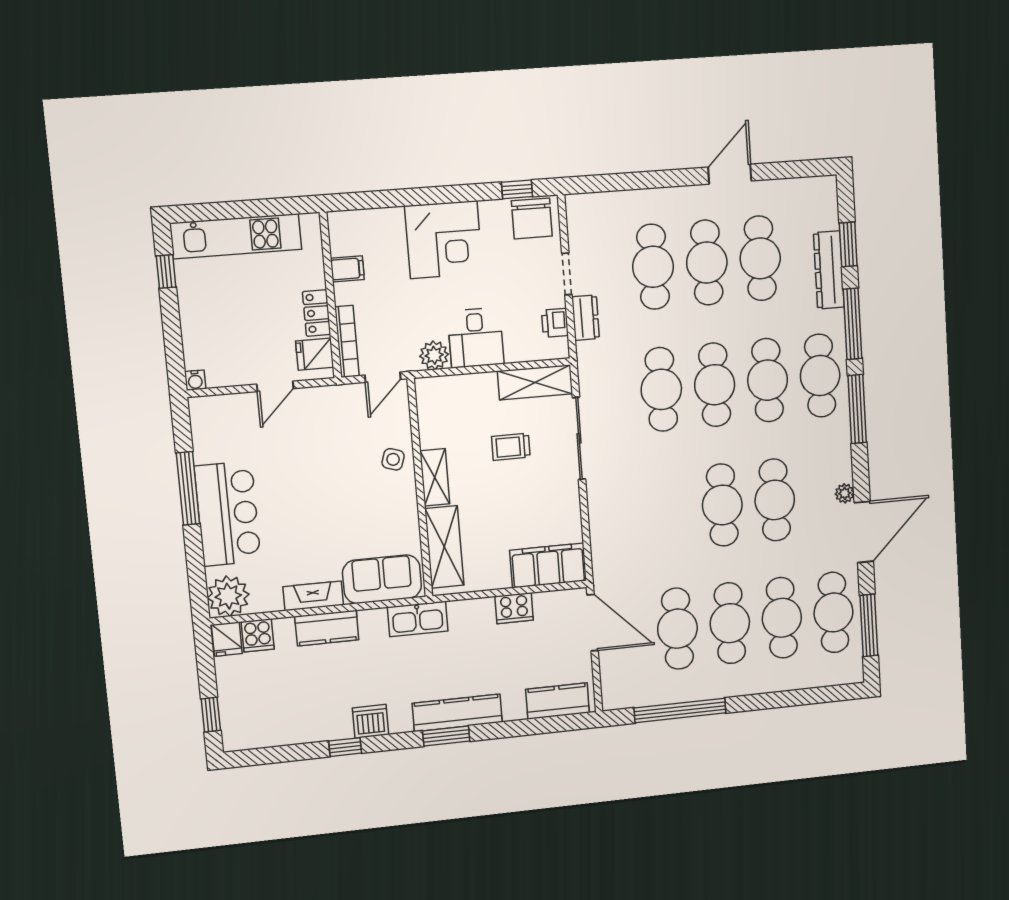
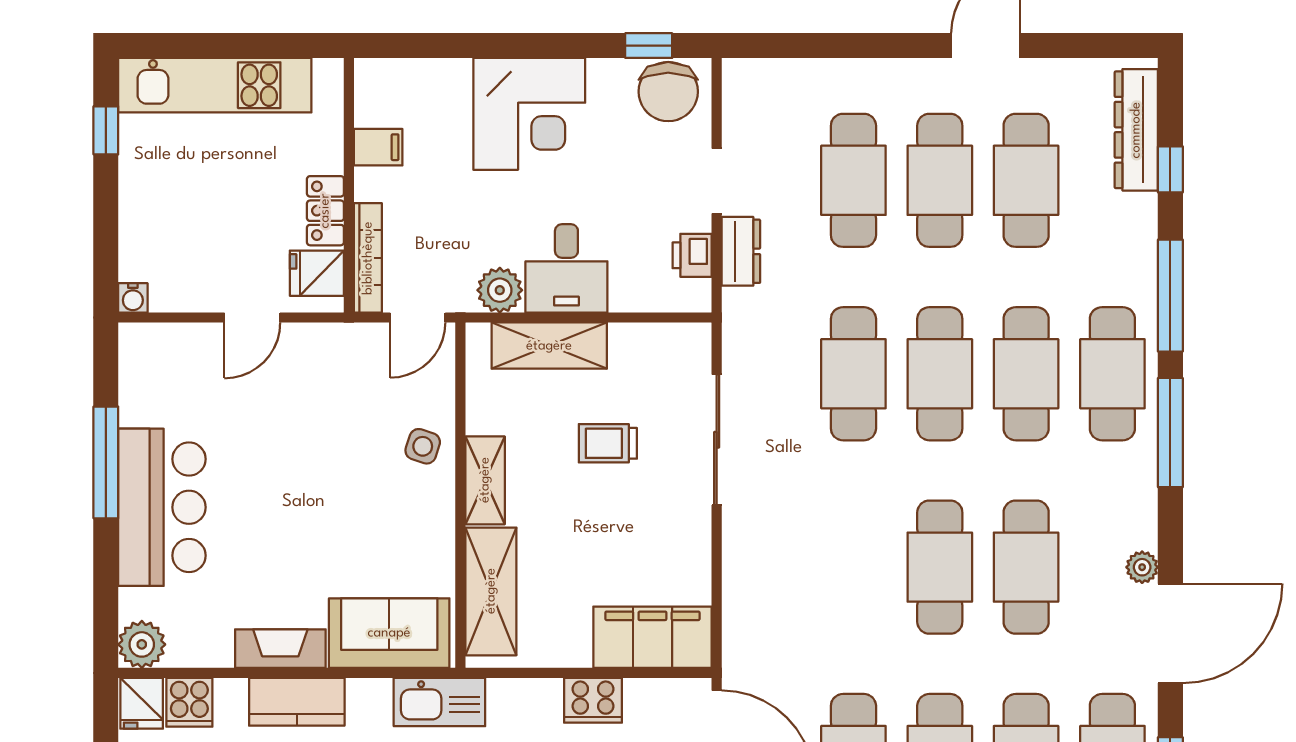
window: (848, 244) -> (1170, 169), width x0.67
dresser: (829, 270) -> (1136, 130), moved
shelving: (535, 382) -> (549, 346), moved
plant: (228, 596) -> (142, 644), width x0.73, depth x0.73

